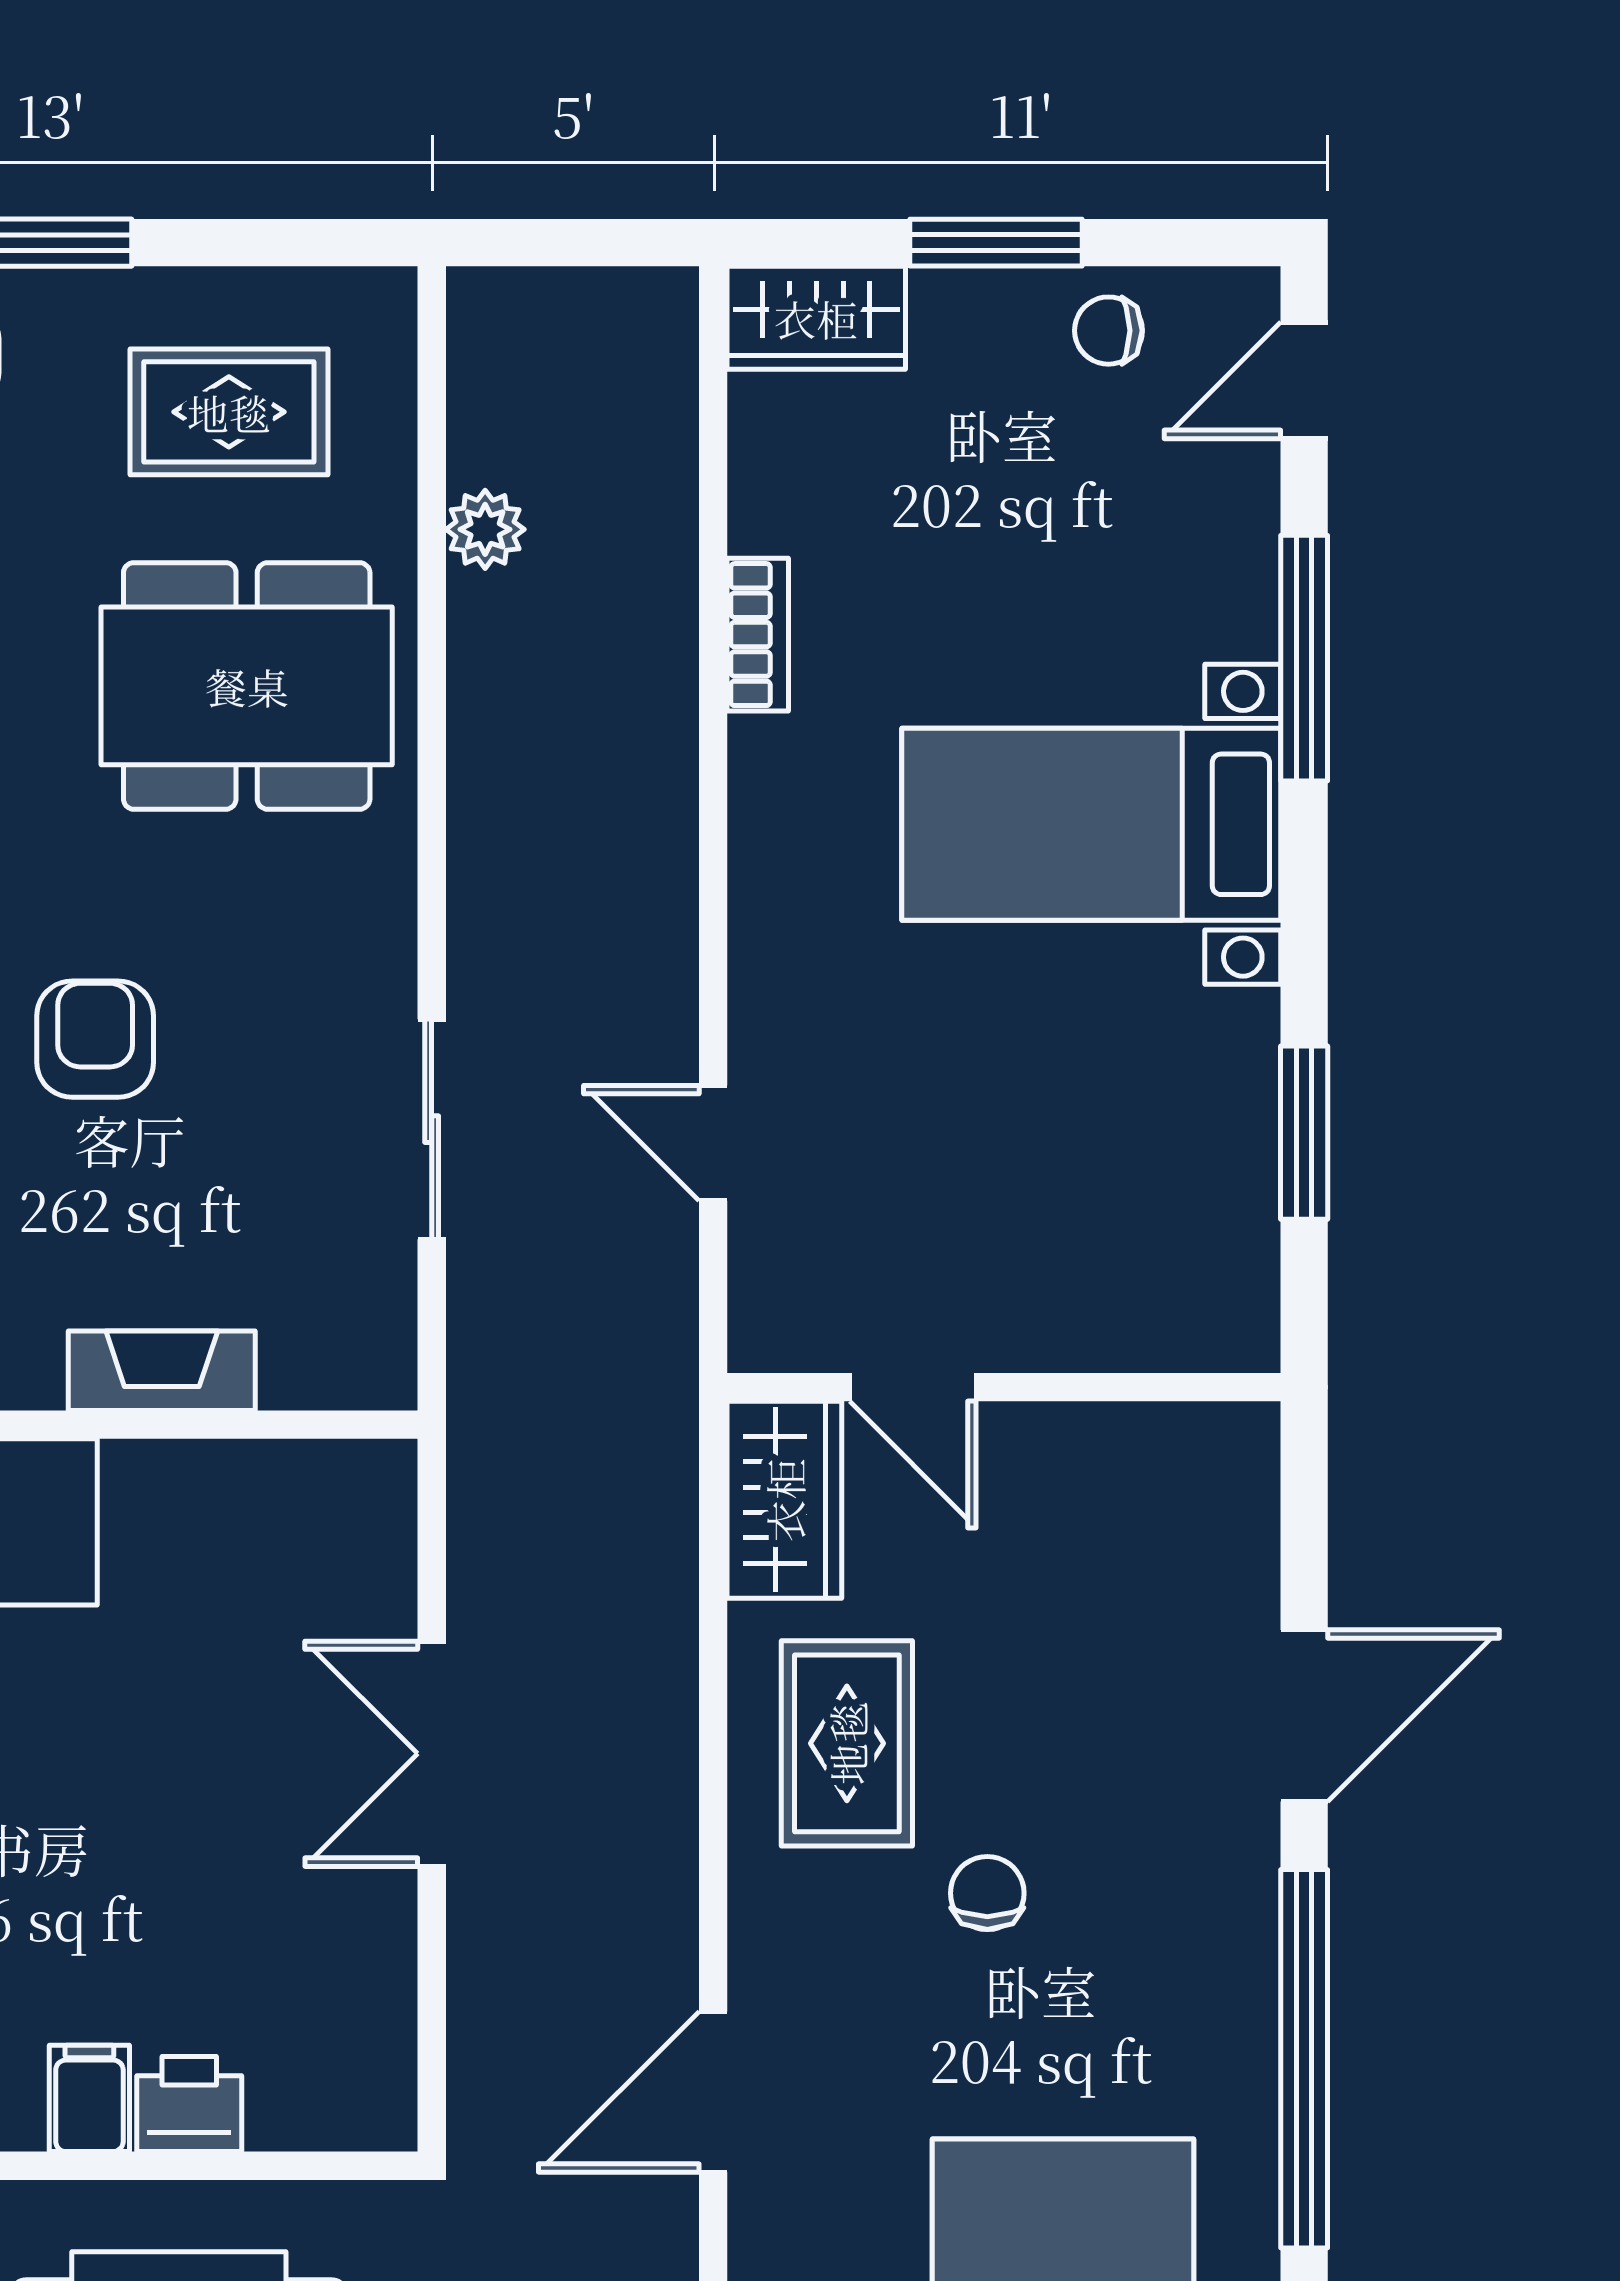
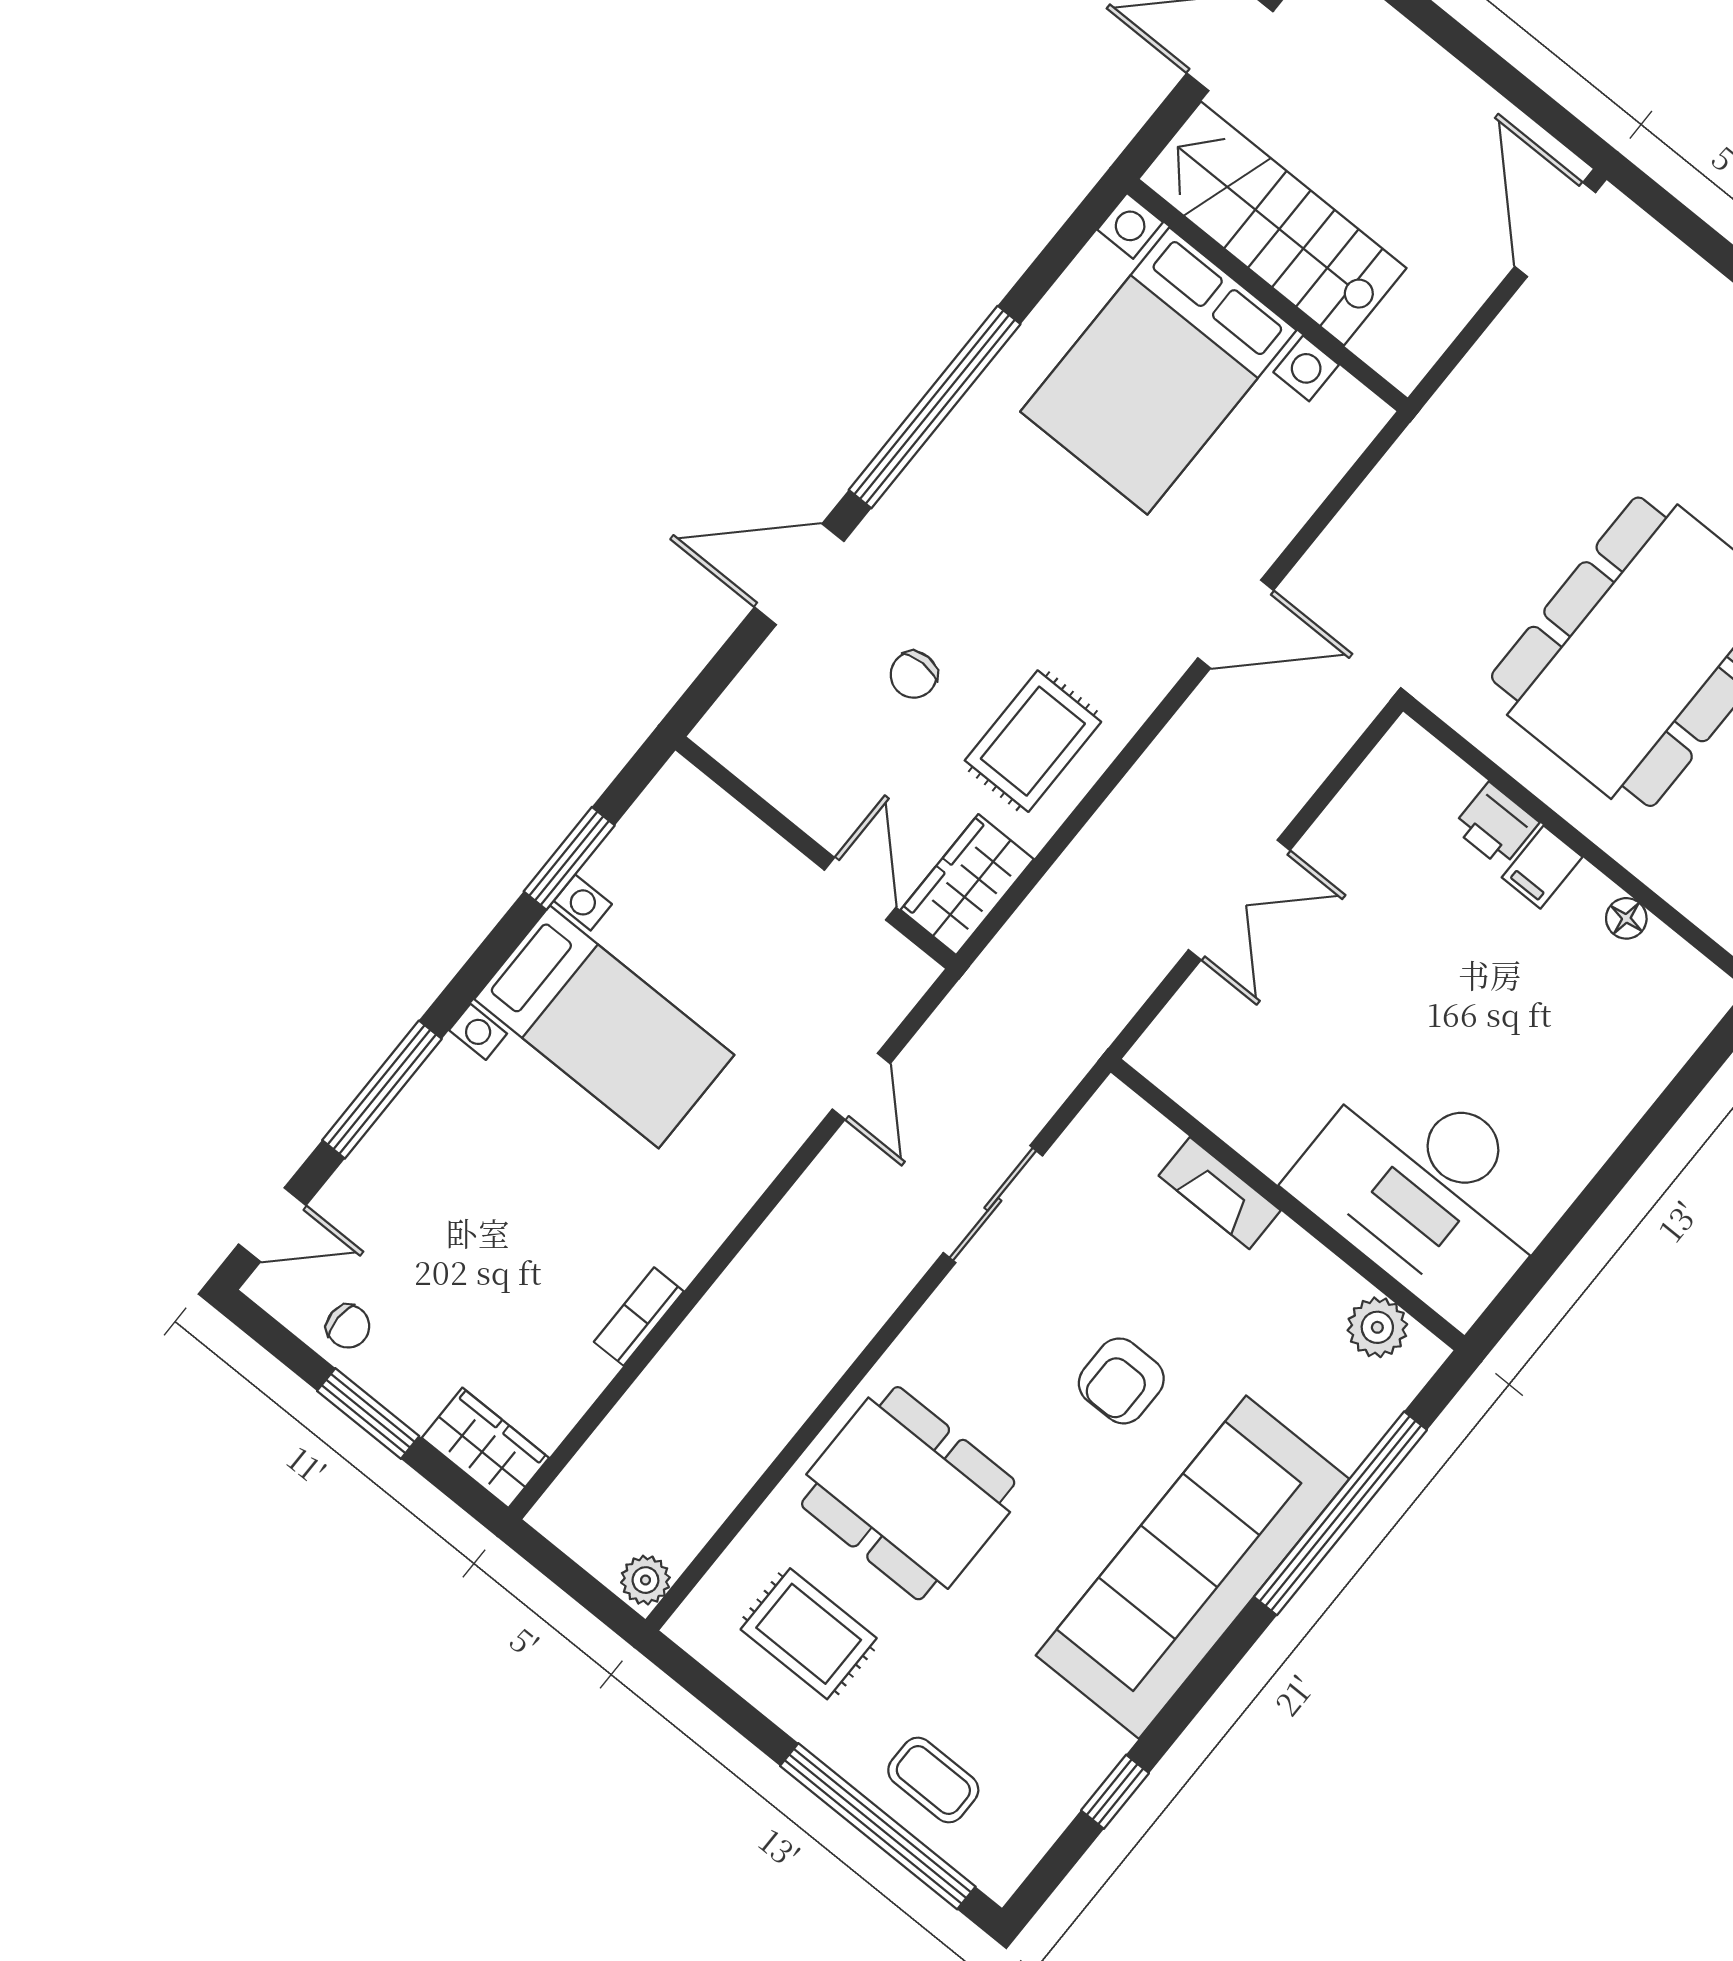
plant: (485, 529) -> (645, 1580), moved
bed with nightstands: (1091, 824) -> (604, 1027), moved
chair: (987, 1893) -> (914, 675), moved

